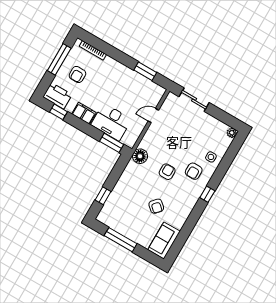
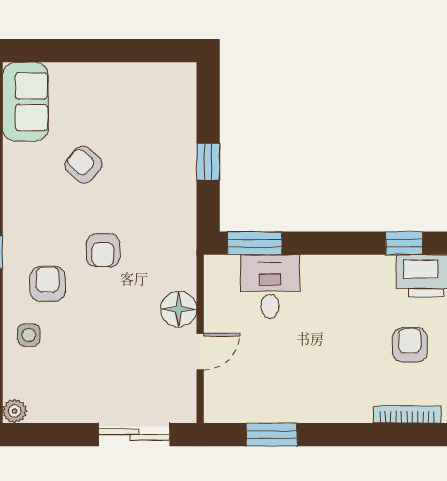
filing cabinet: (84, 113) -> (349, 271), removed
desk: (111, 122) -> (270, 286), width x0.73
floor lamp: (140, 156) -> (179, 309), moved
window: (103, 196) -> (208, 162), moved
window: (121, 240) -> (118, 51), removed

